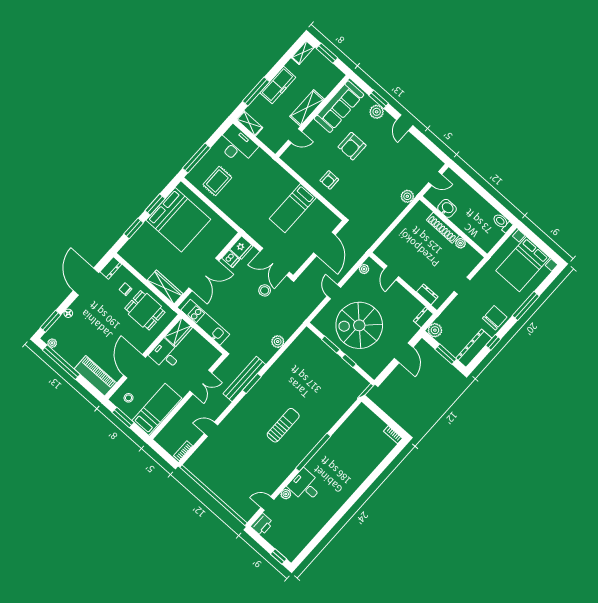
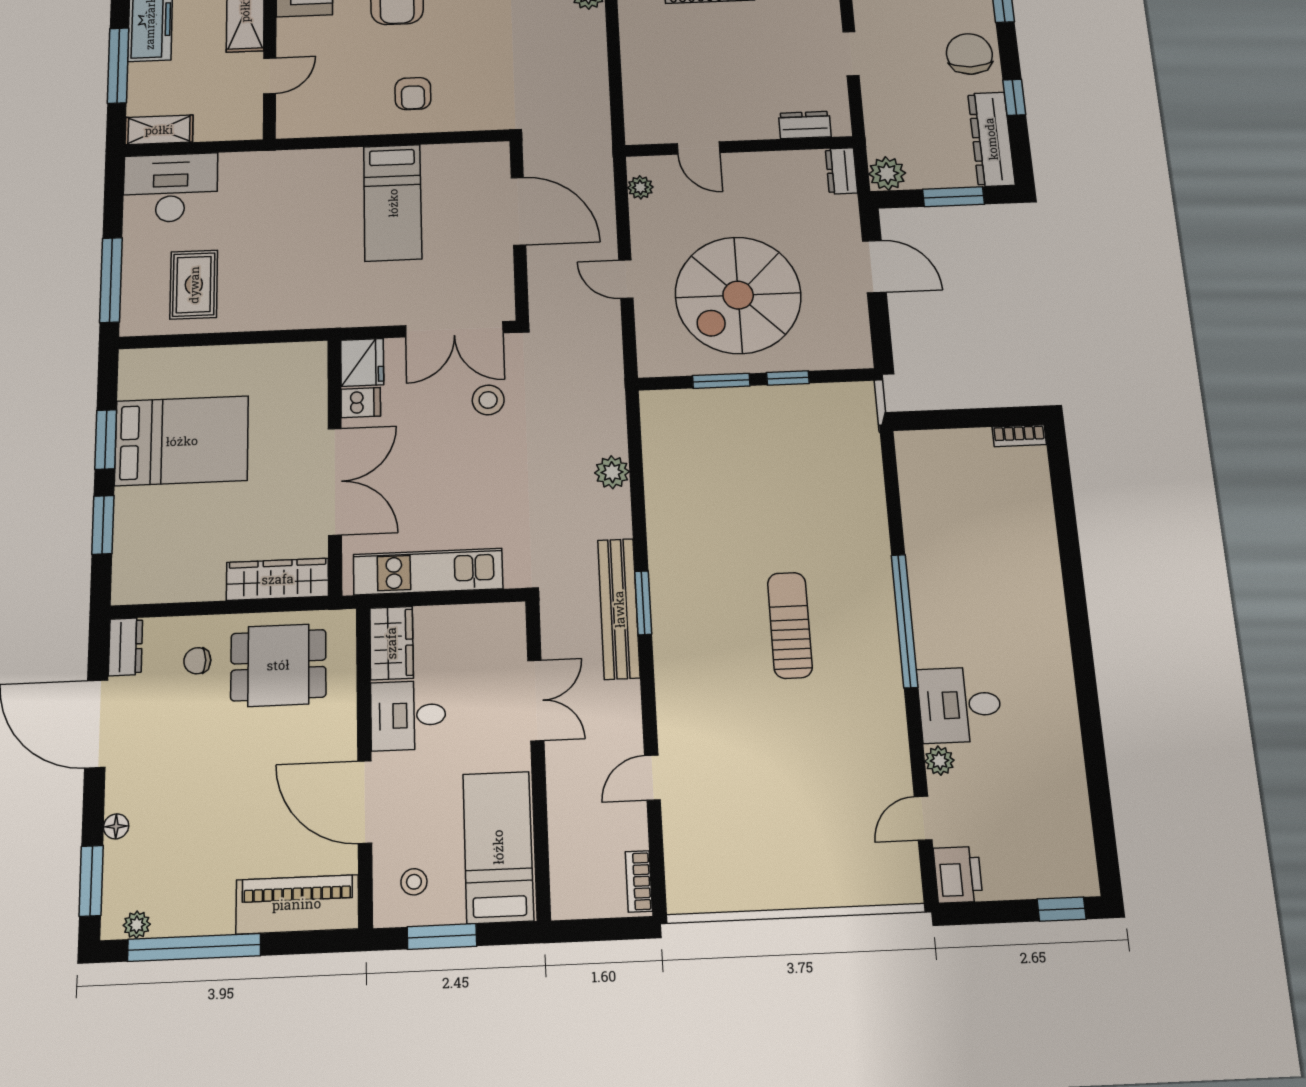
bed: (178, 220) -> (182, 441), width x0.73

